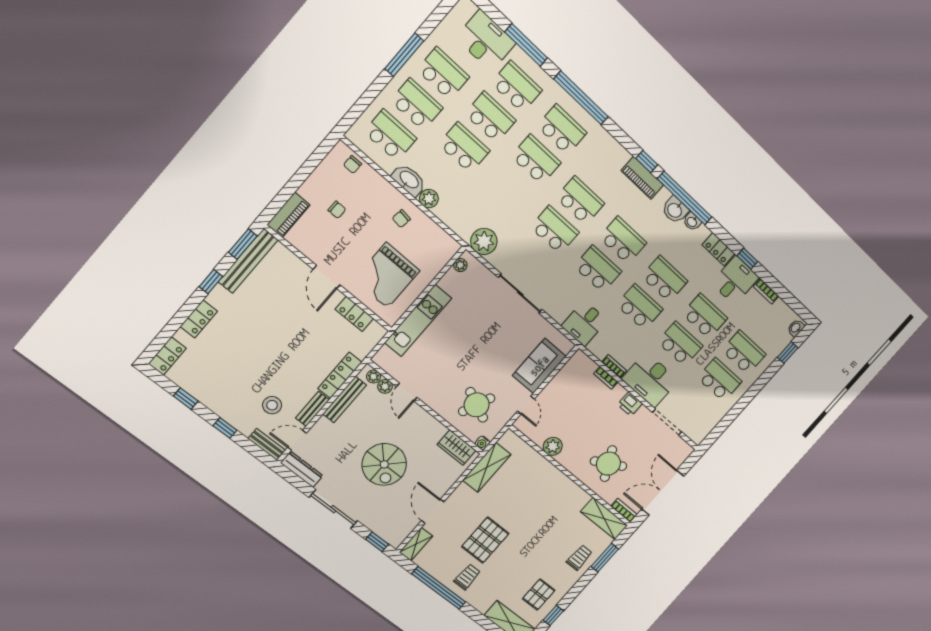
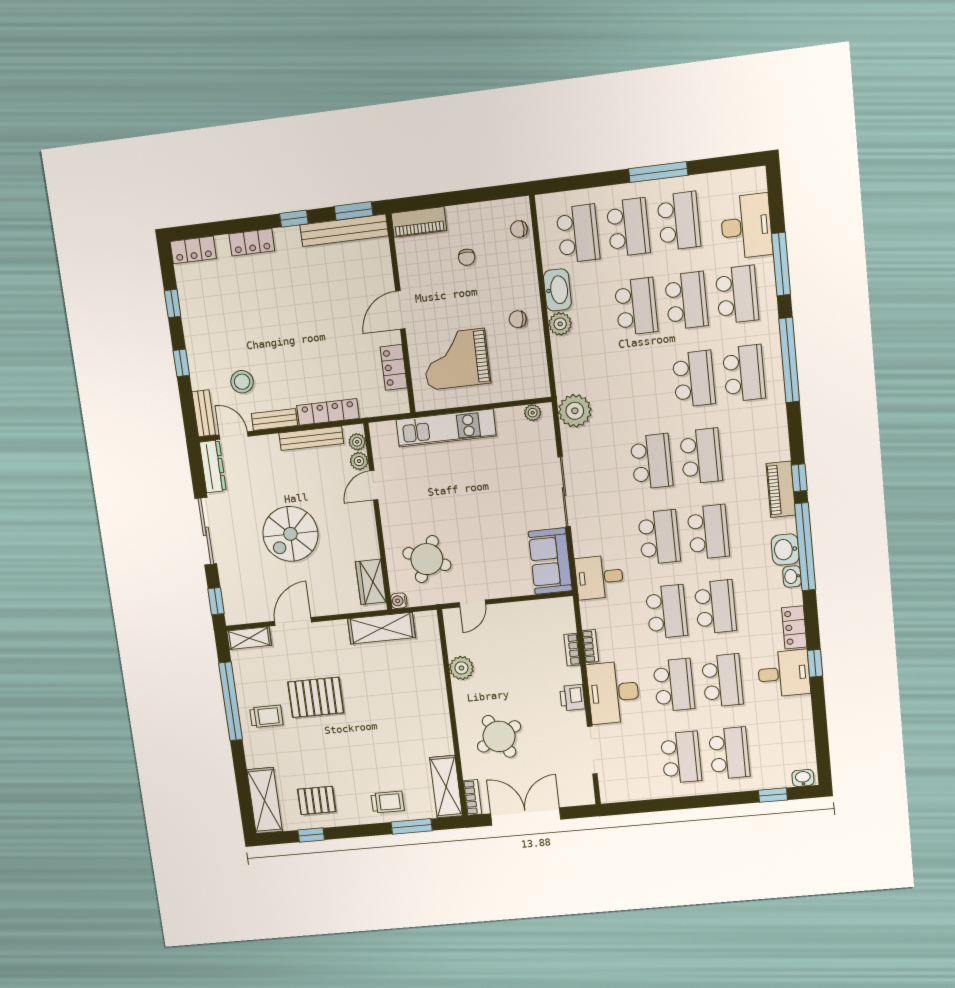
bookcase: (766, 291) -> (805, 713), removed
sofa: (539, 366) -> (550, 561), moved, turned -90

